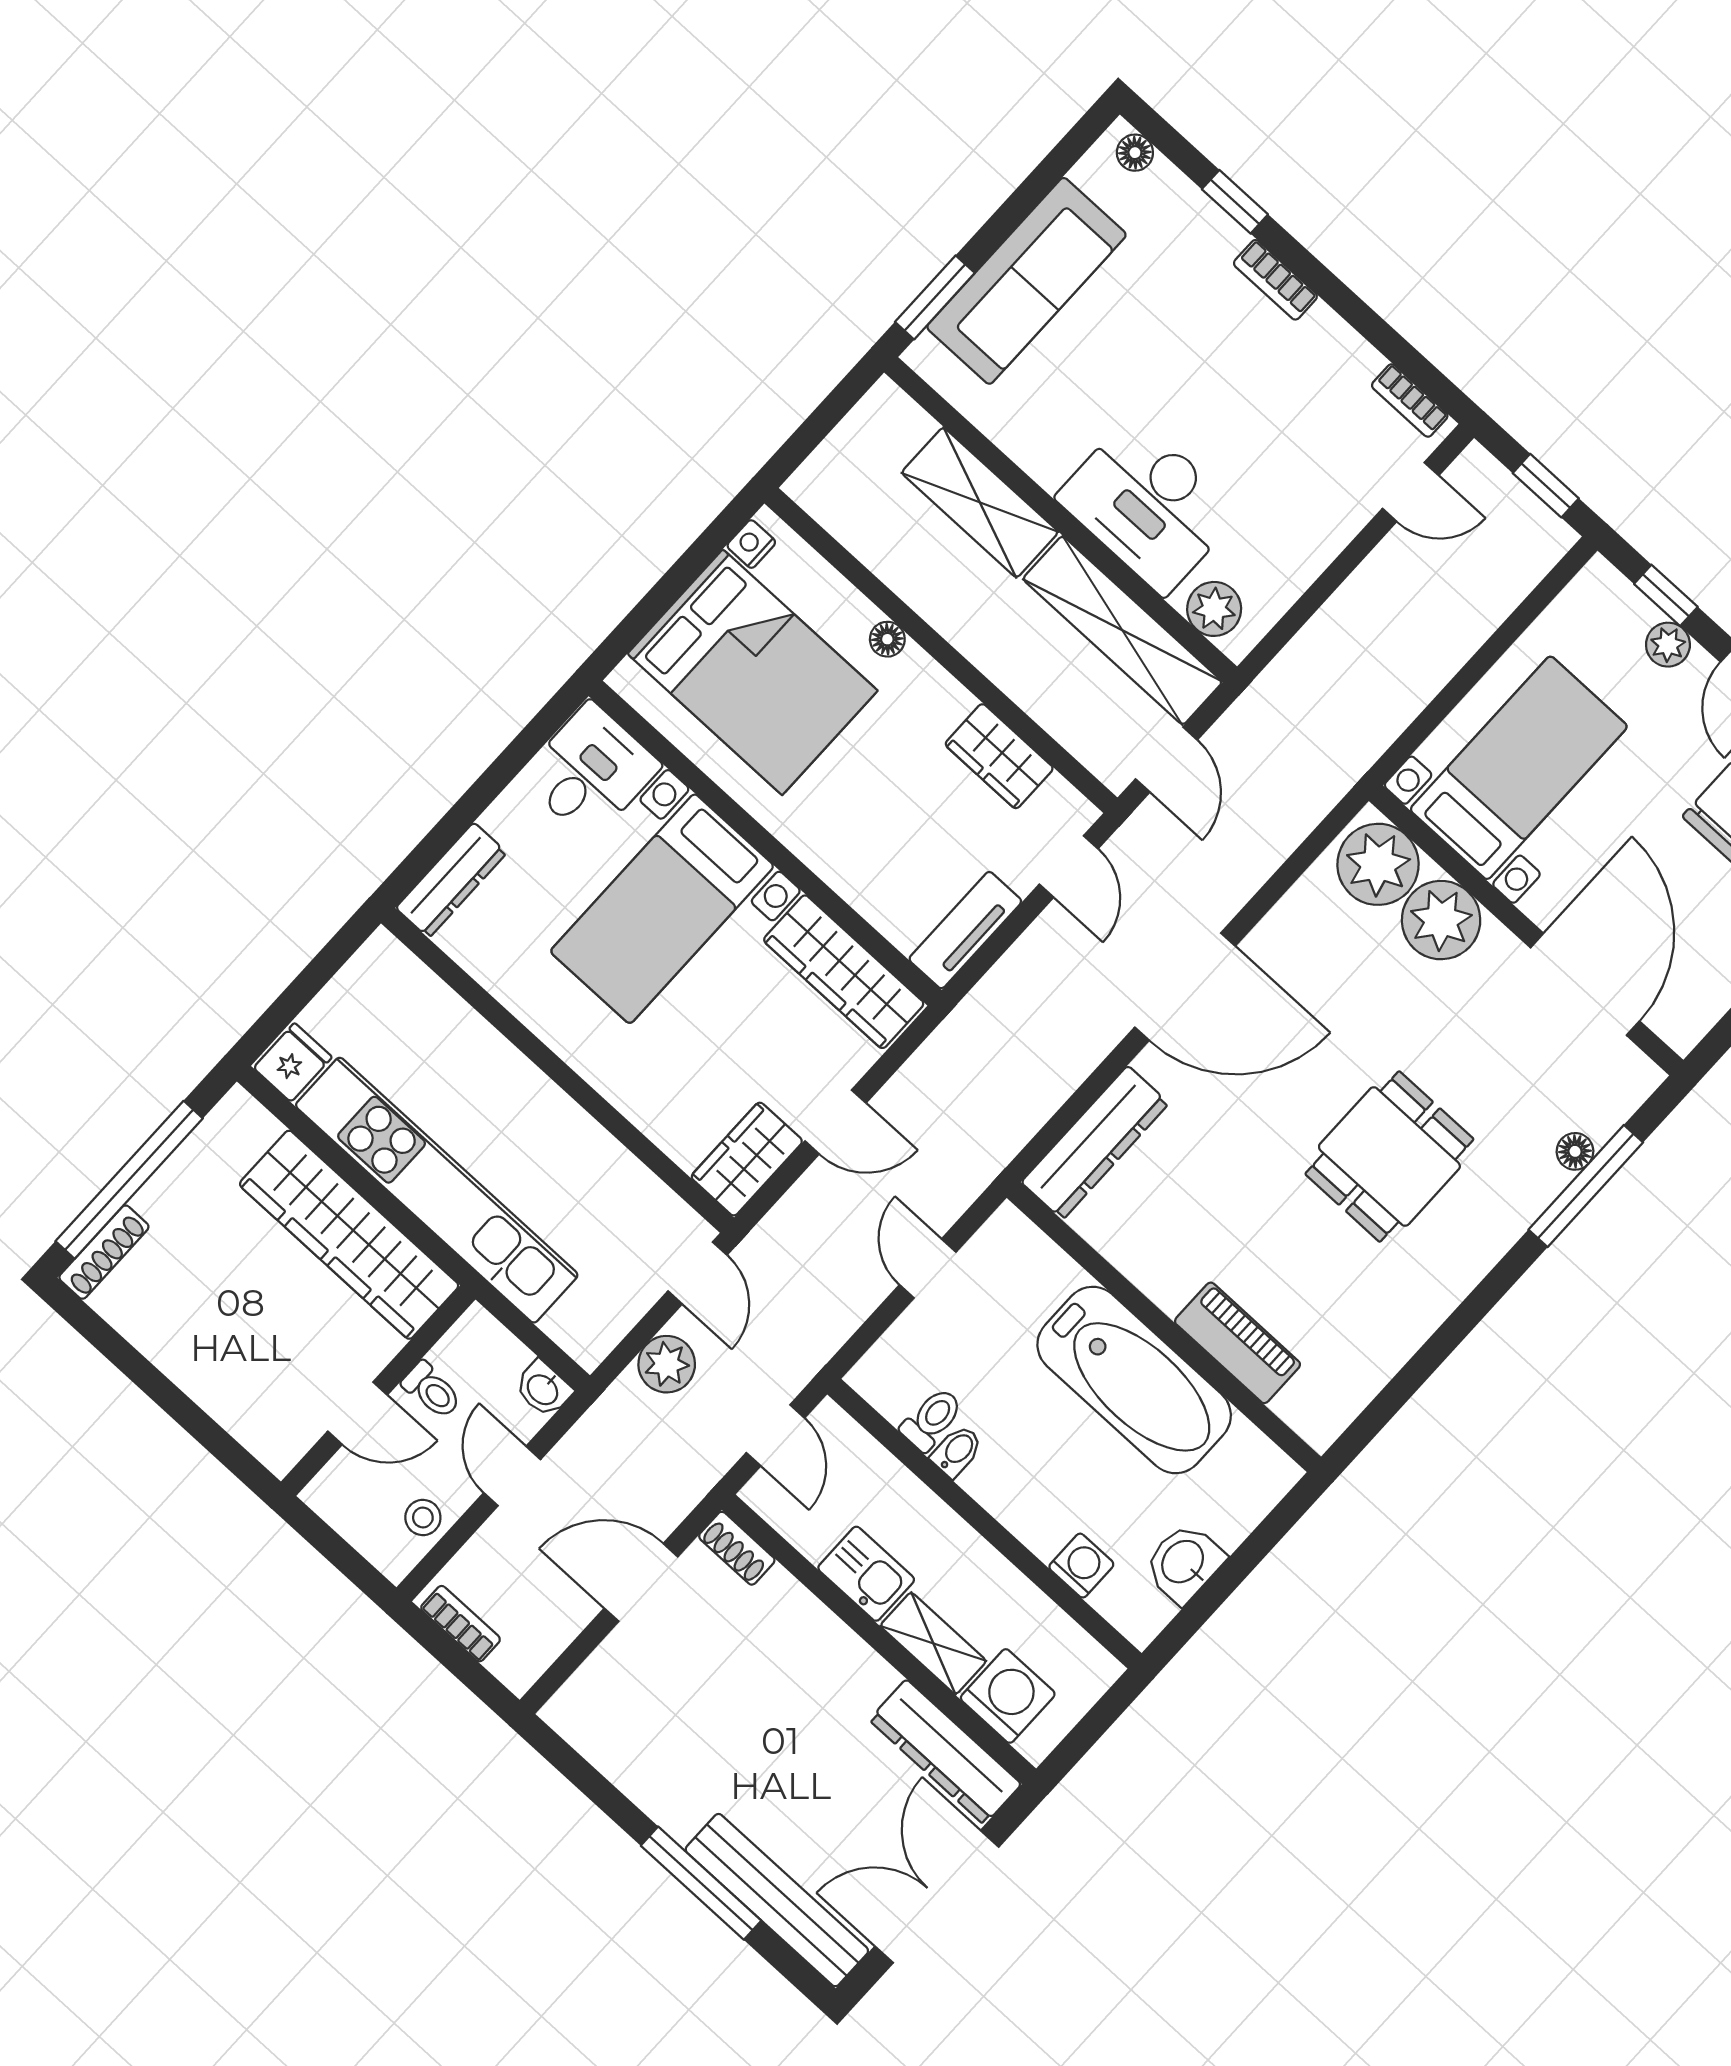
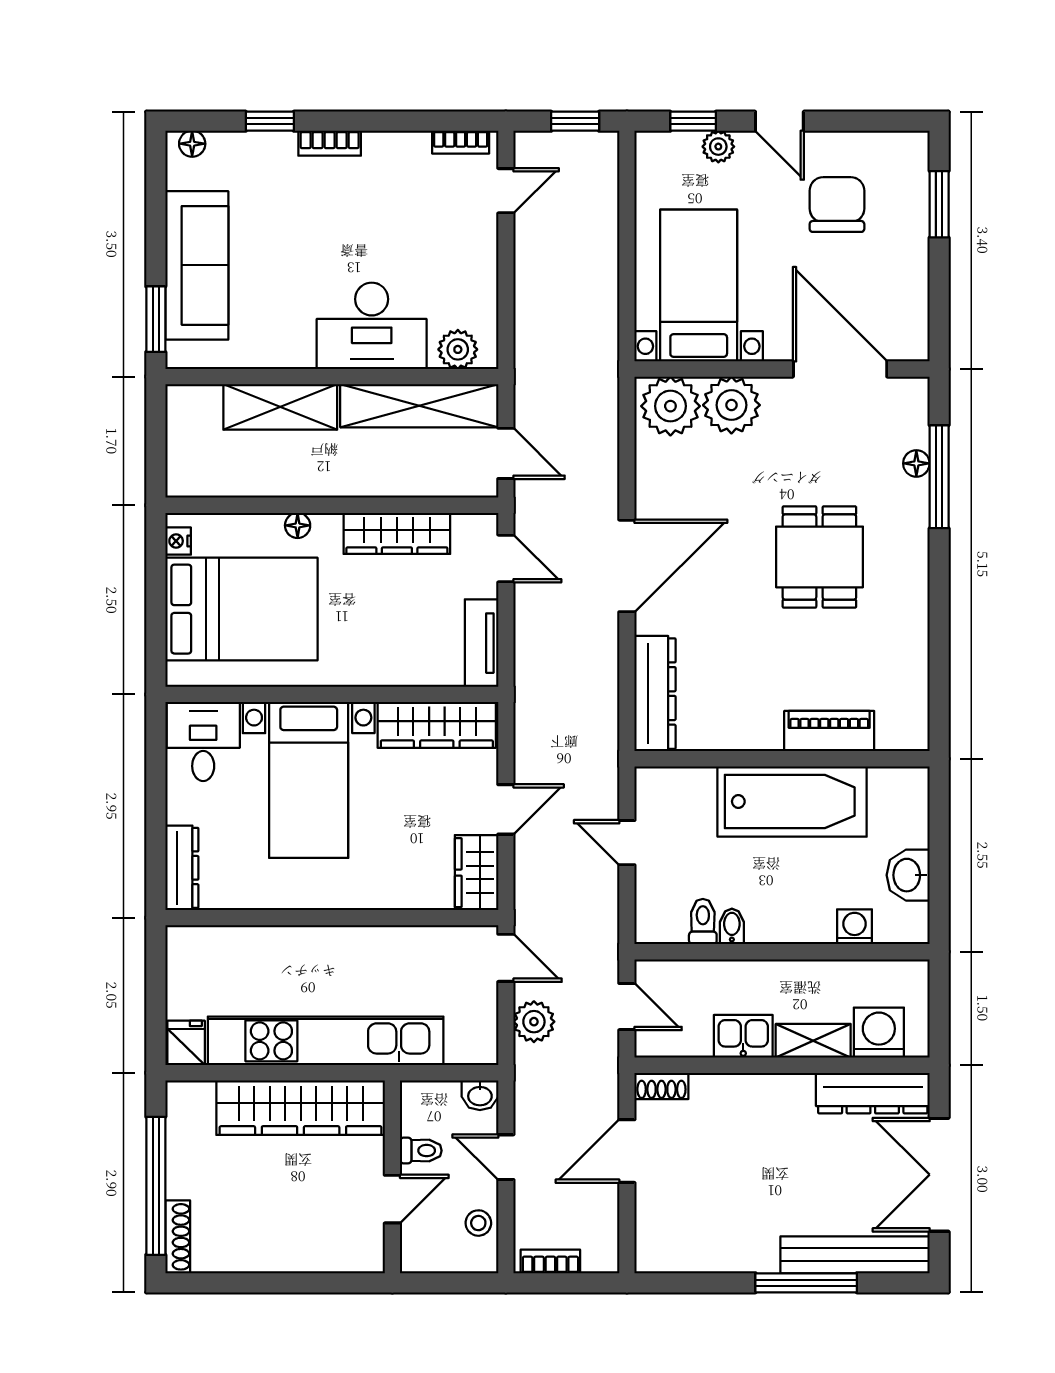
wardrobe: (999, 756) -> (397, 533), width x1.50

